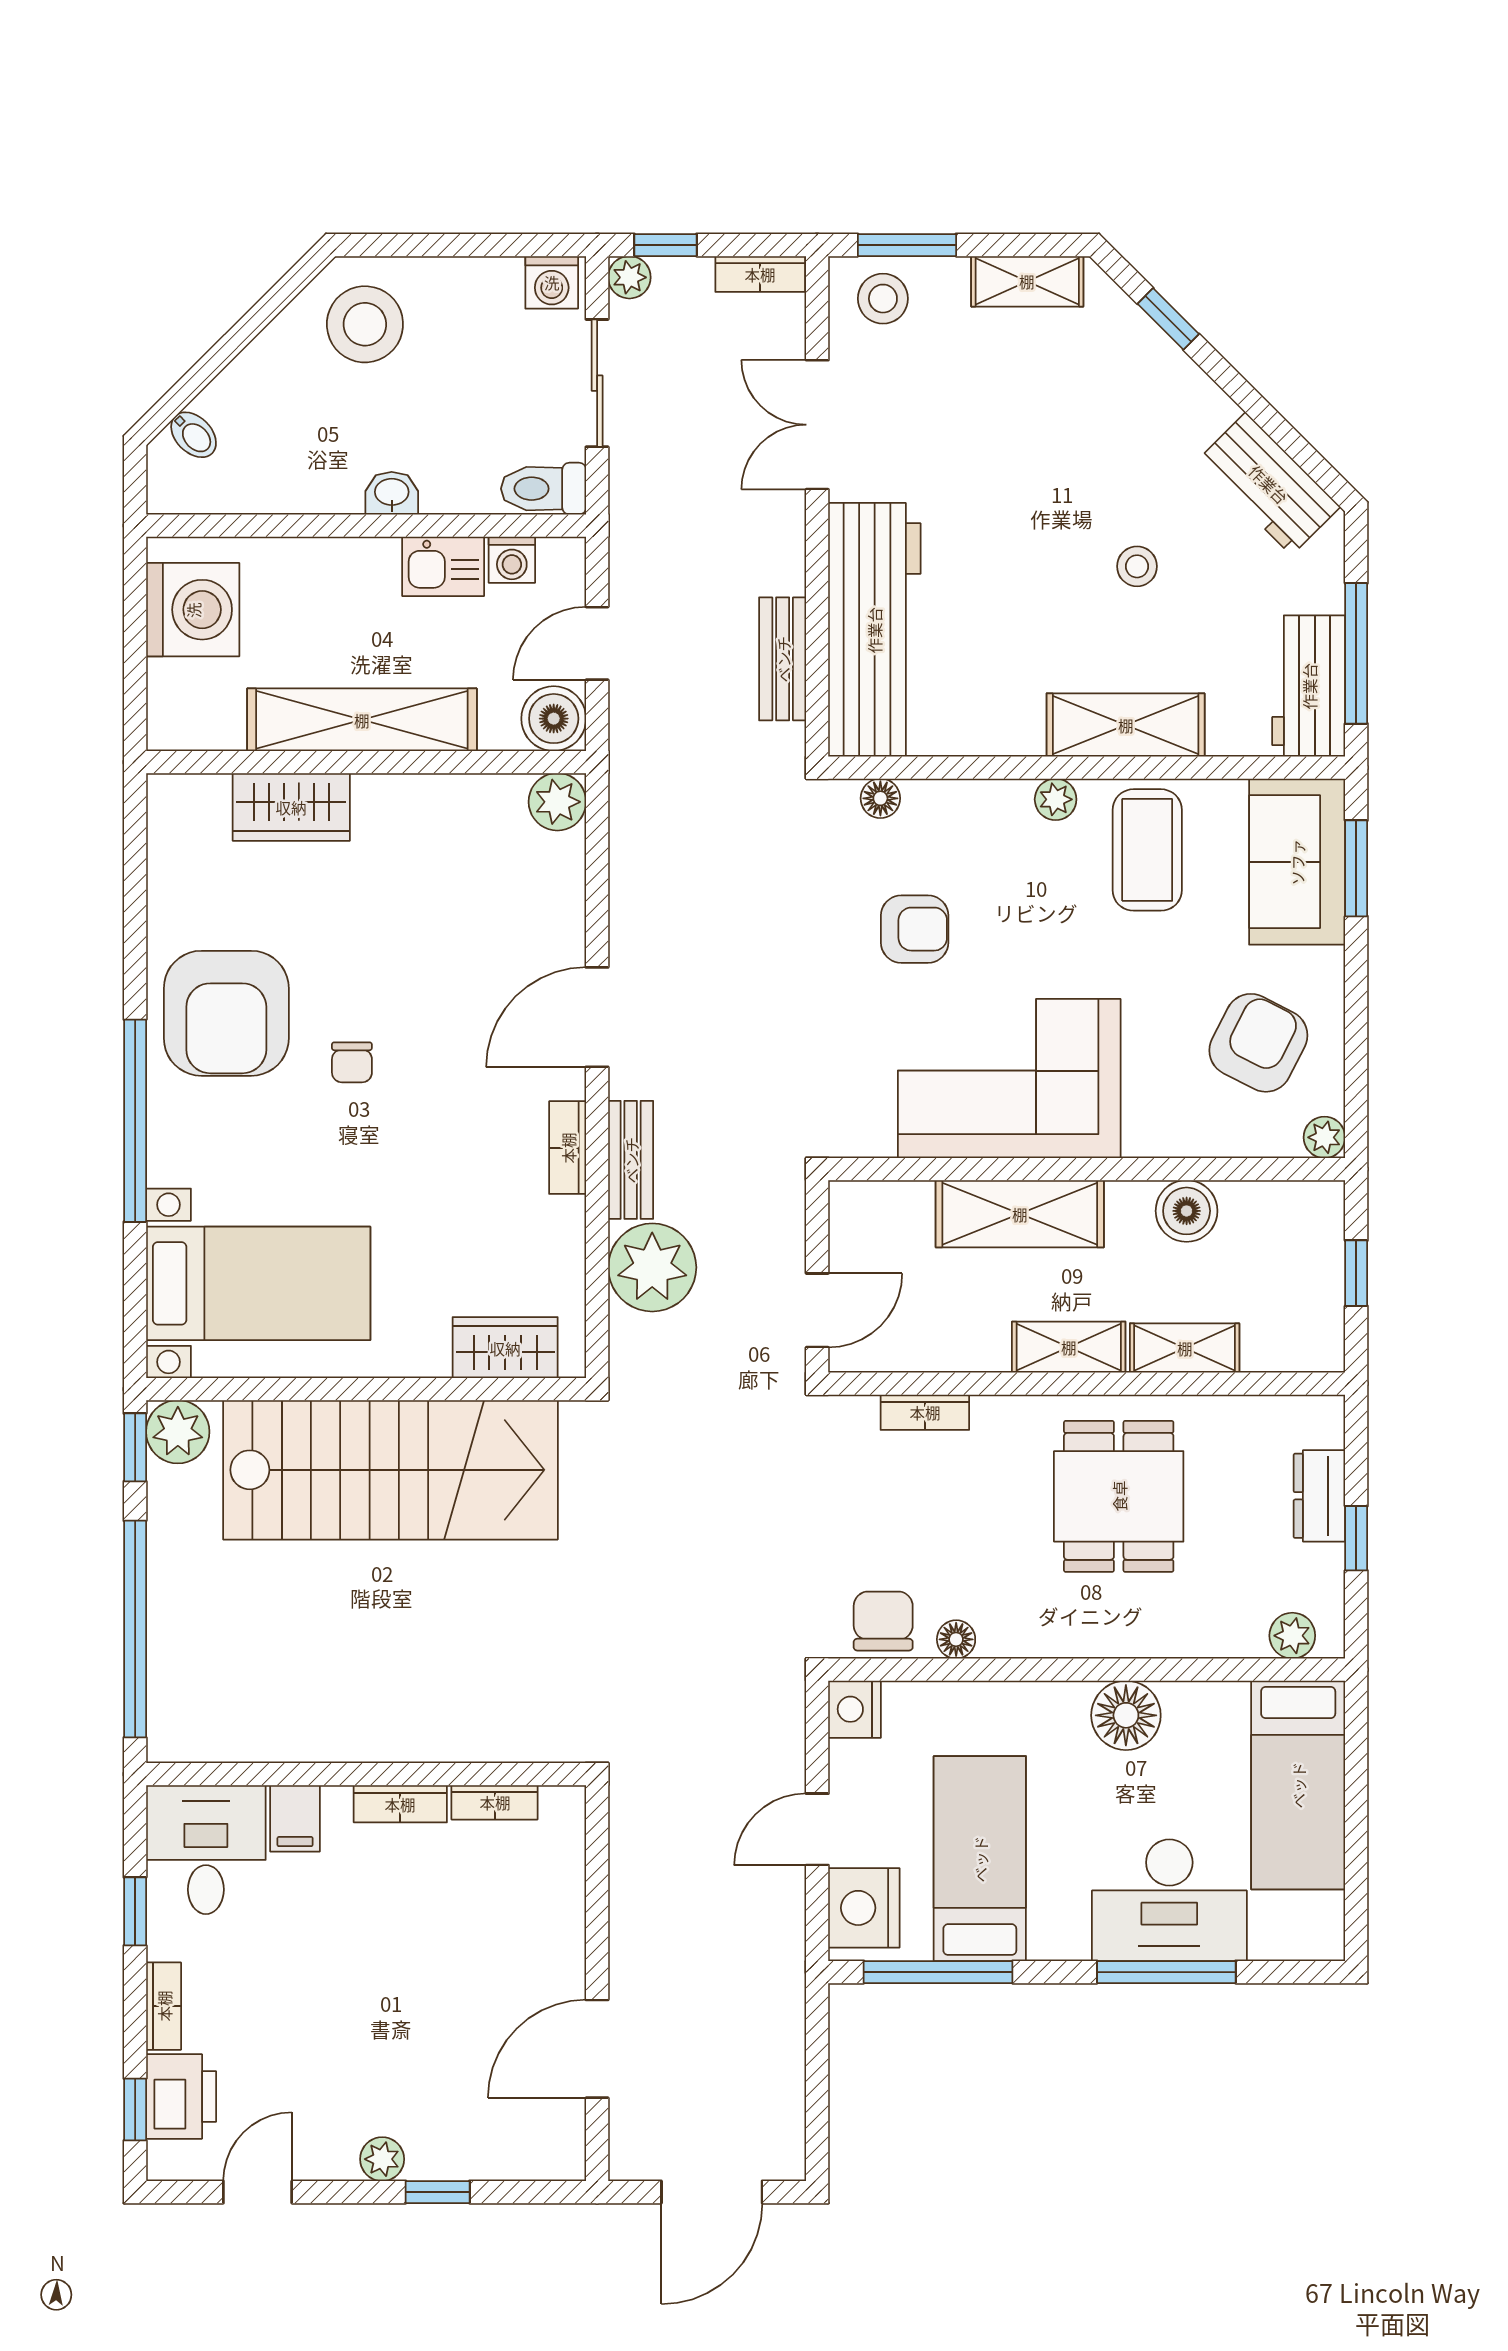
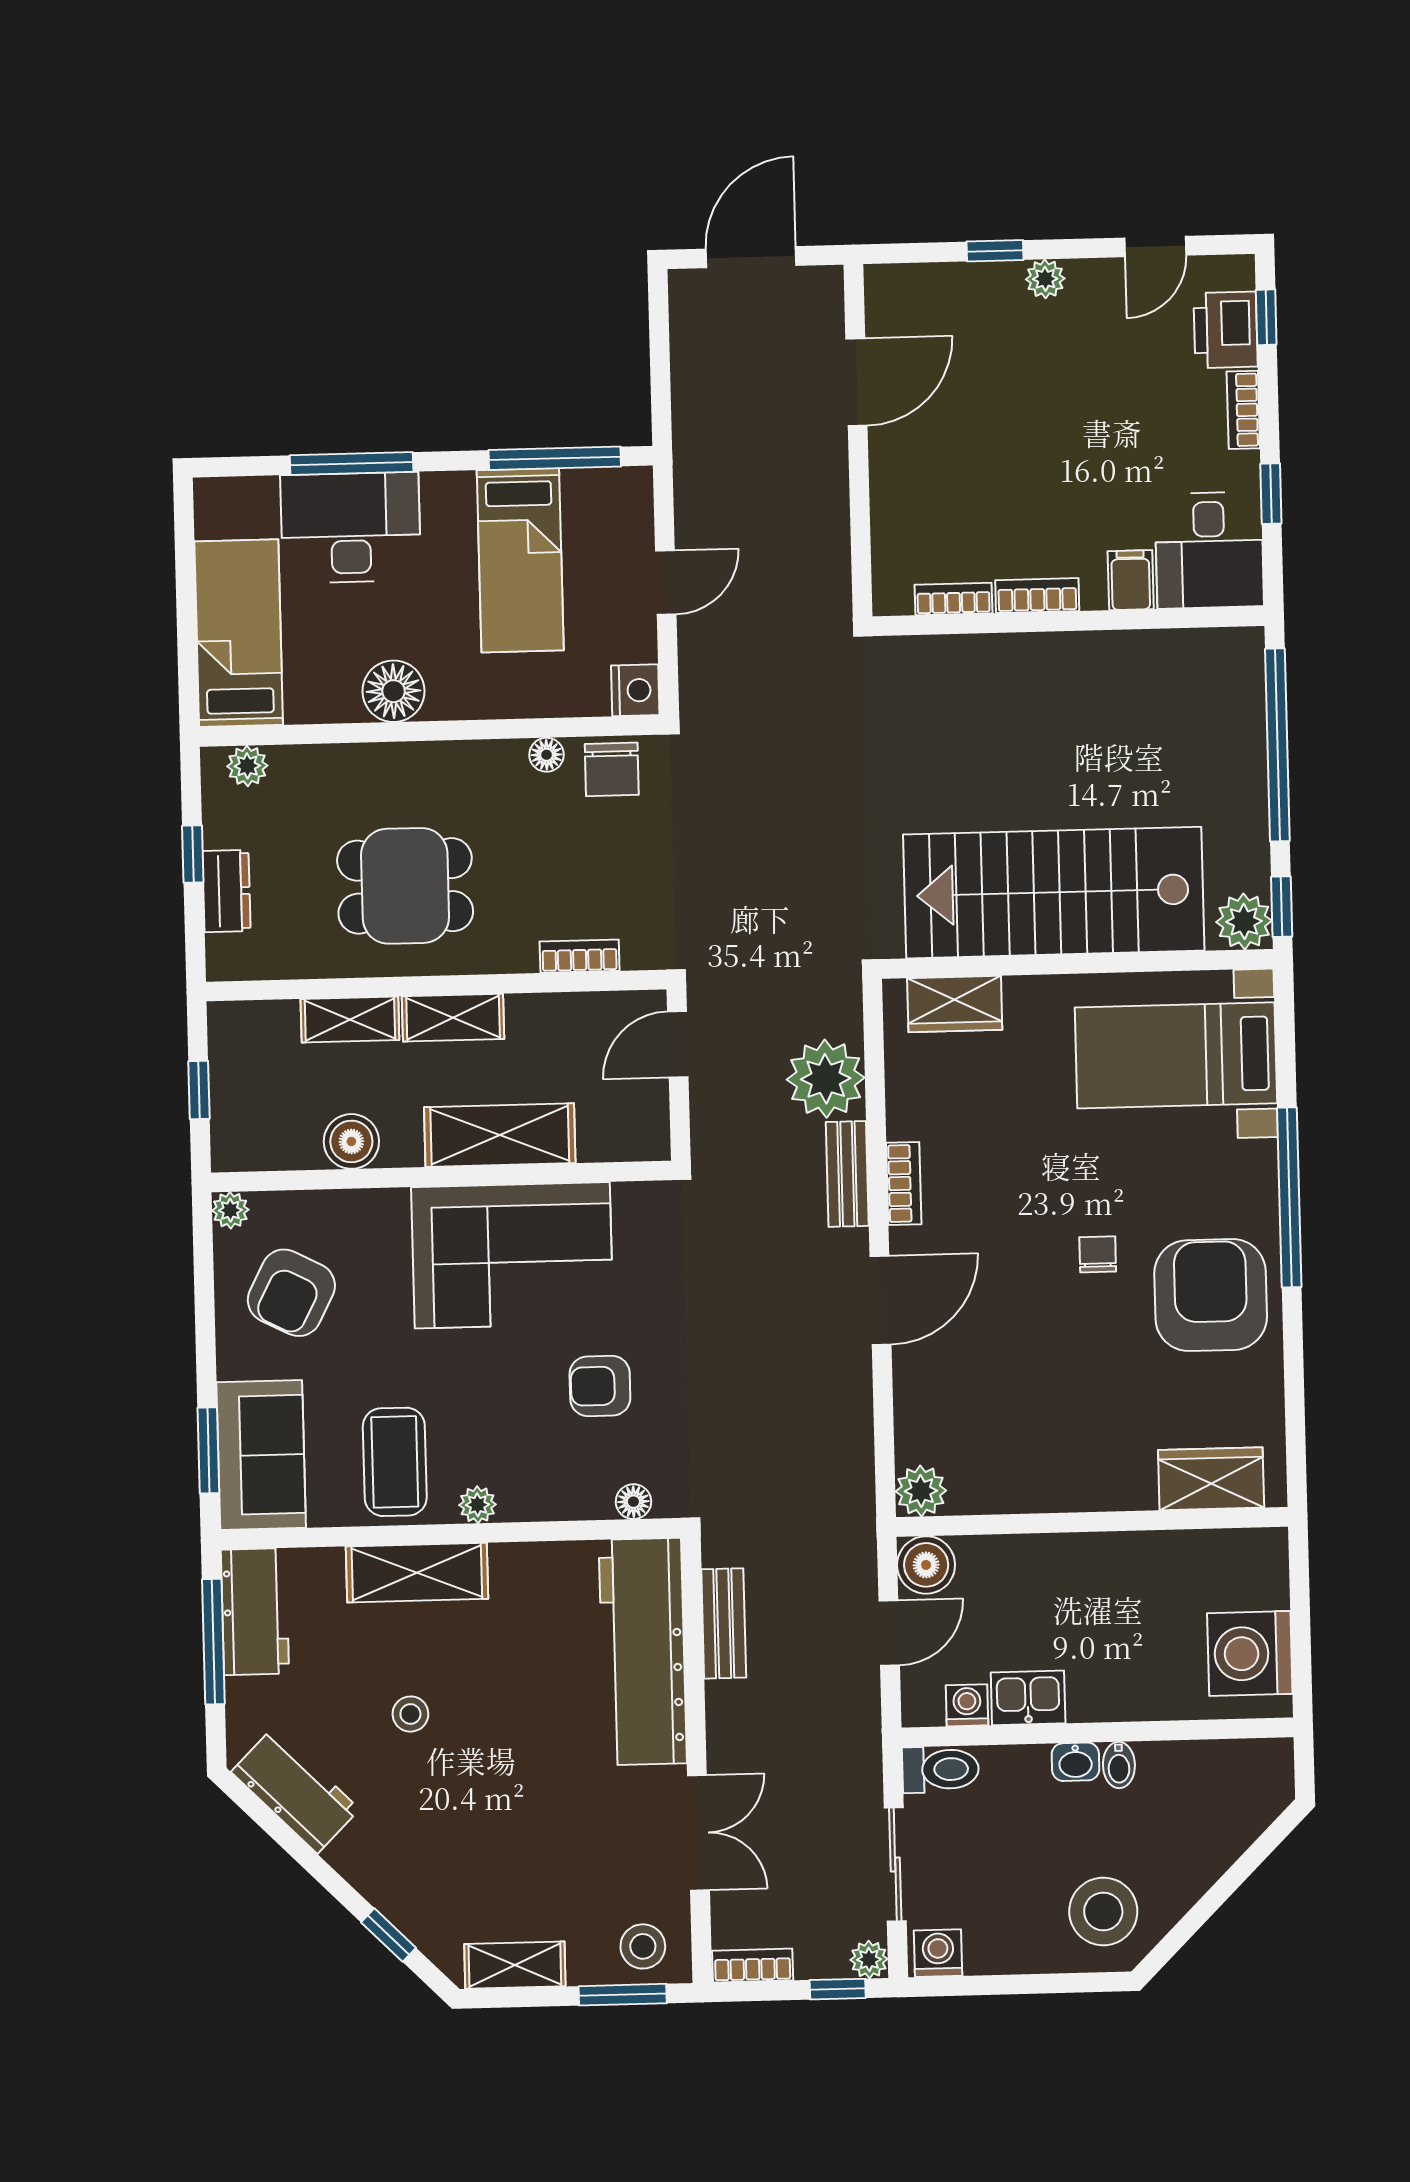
bidet: (194, 435) -> (1119, 1765), moved, turned -135
shelving: (362, 720) -> (1097, 1559), removed
wardrobe: (291, 807) -> (1211, 1479), moved
dining table: (1119, 1496) -> (405, 886), turned 90
nightstand: (864, 1908) -> (622, 514), removed

